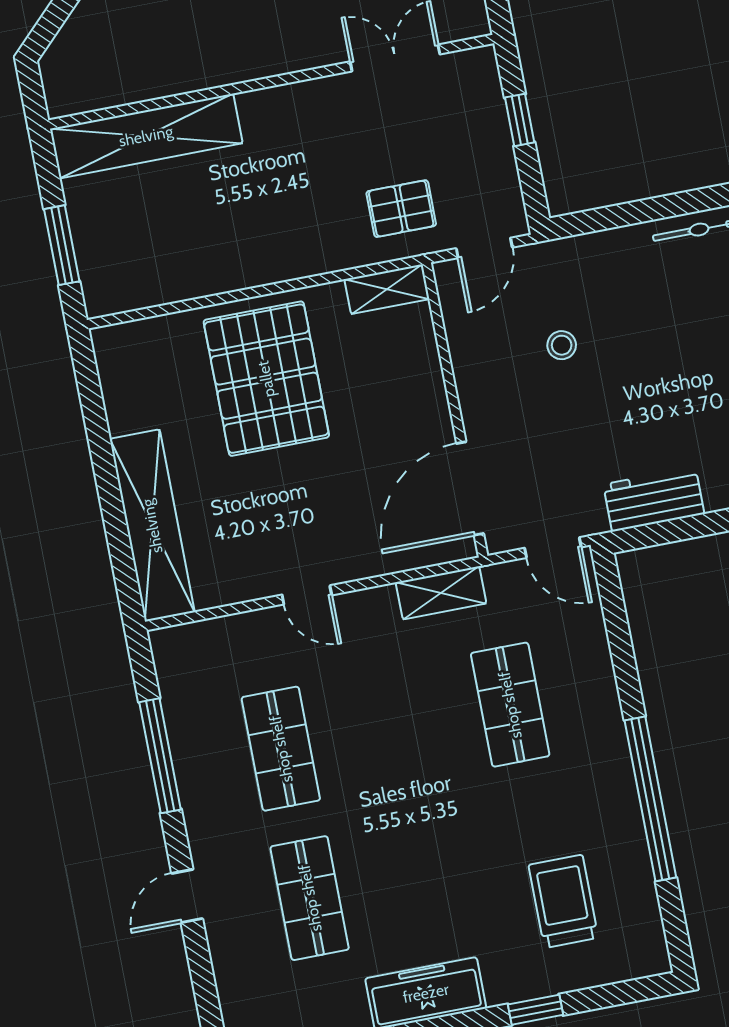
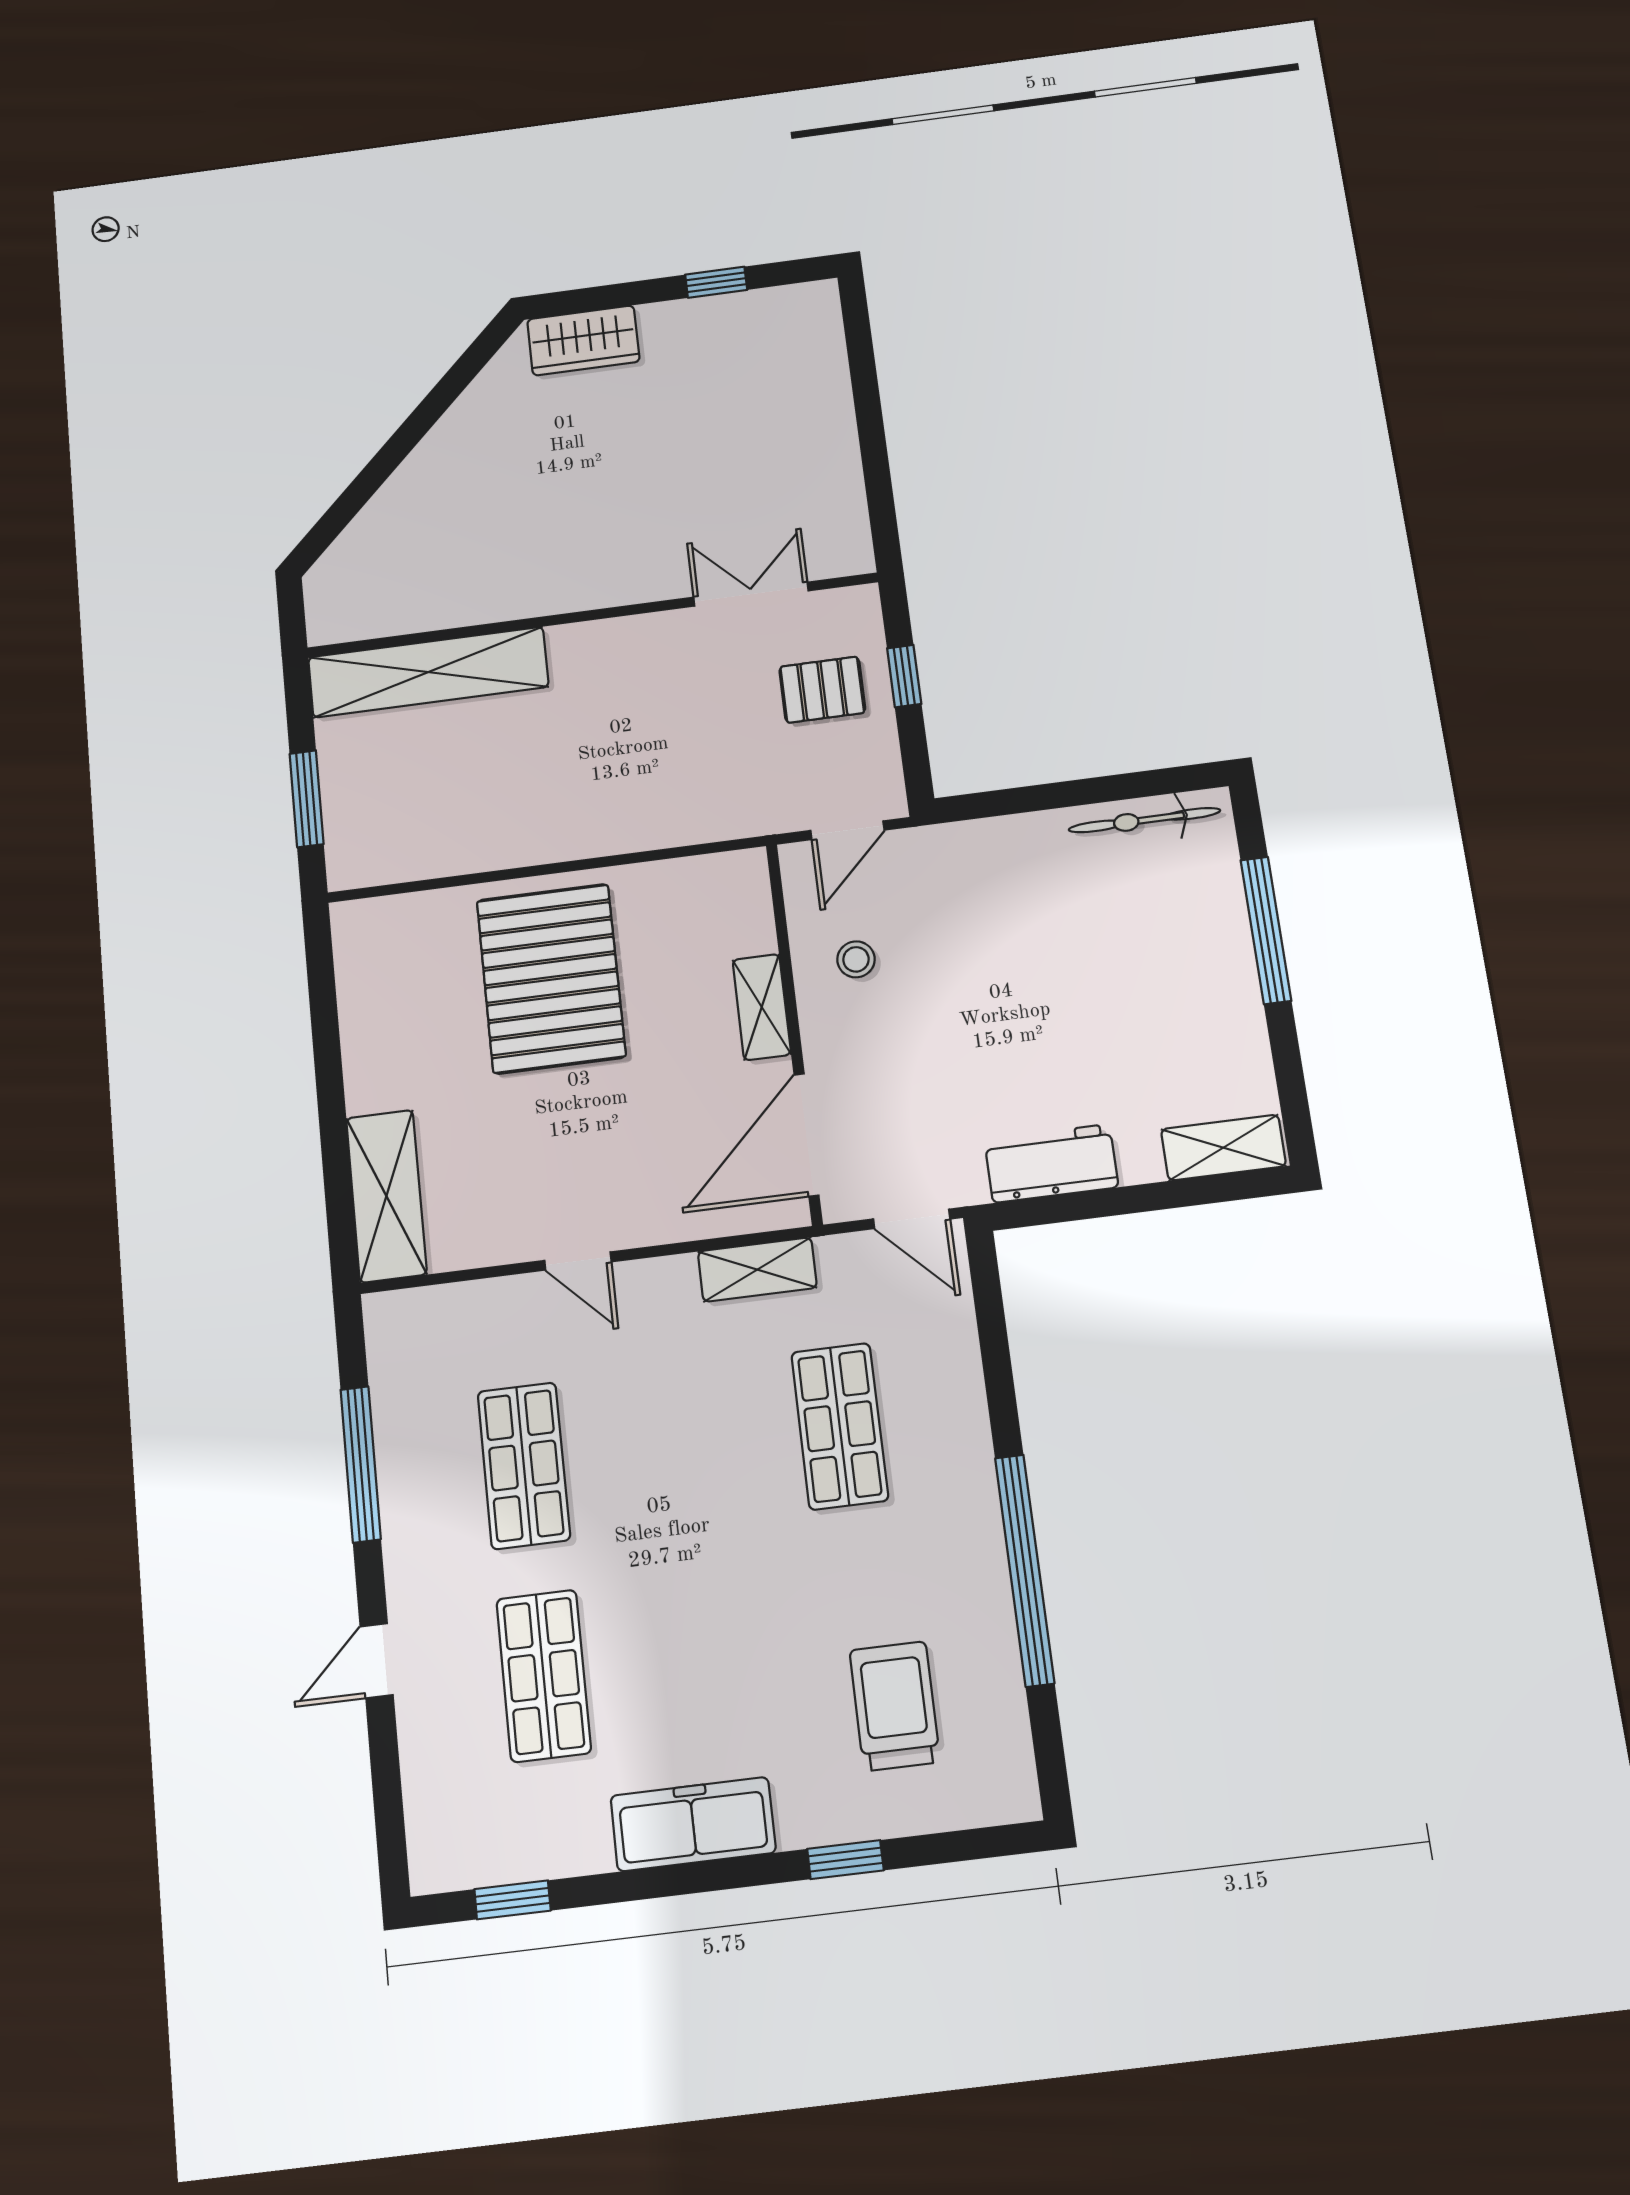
pallet: (401, 209) -> (822, 690), moved
shelving: (387, 289) -> (762, 1007), moved, turned 90
stool: (562, 345) -> (856, 959), moved
shelving: (152, 526) -> (386, 1196), width x0.68

